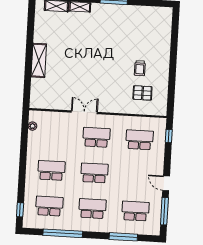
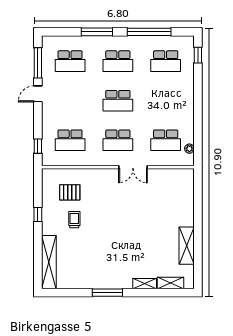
shelving: (165, 31) -> (49, 262), added
shelving: (39, 60) -> (187, 246), moved
window: (172, 75) -> (38, 215), added
school desk: (51, 170) -> (166, 140), moved
door: (166, 183) -> (38, 94), swing flipped
window: (123, 237) -> (97, 32), moved

